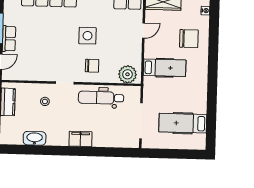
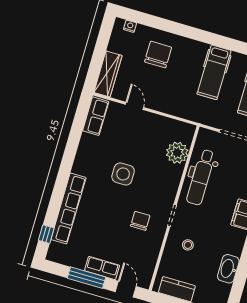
chair: (92, 66) -> (140, 221), moved
hospital bed: (165, 68) -> (214, 72), moved, turned 180
plant: (128, 74) -> (177, 153), moved

